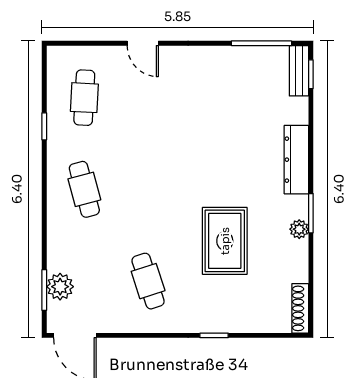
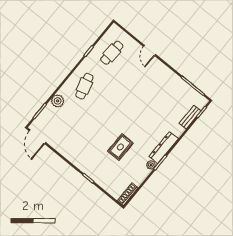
bench: (299, 71) -> (190, 117), moved
dresser: (296, 160) -> (164, 147), moved
rug: (225, 241) -> (120, 147), width x0.73, depth x0.70
cafe table: (148, 281) -> (80, 139), removed
plant: (60, 287) -> (58, 101), moved

